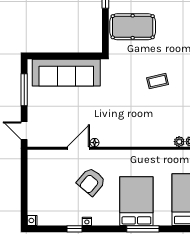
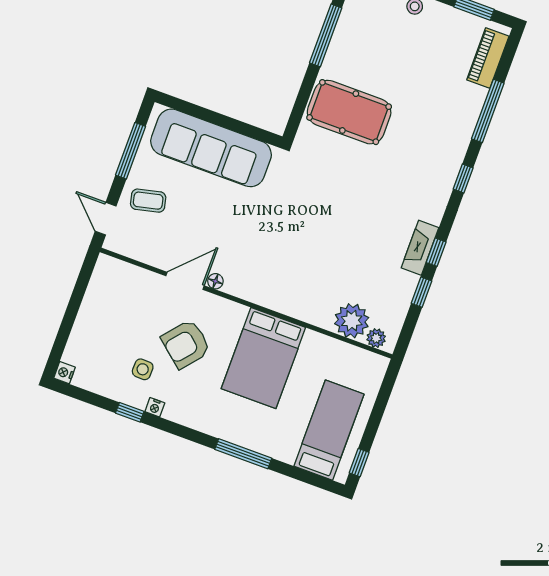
coffee table: (158, 81) -> (148, 201), moved
plant: (179, 142) -> (352, 321), width x1.87, depth x1.87
bed: (136, 201) -> (263, 358), moved, turned 180
side table: (73, 203) -> (143, 369), added

